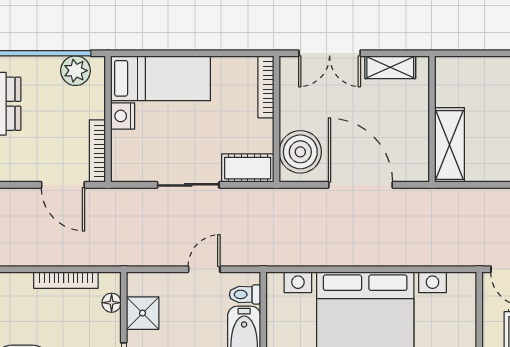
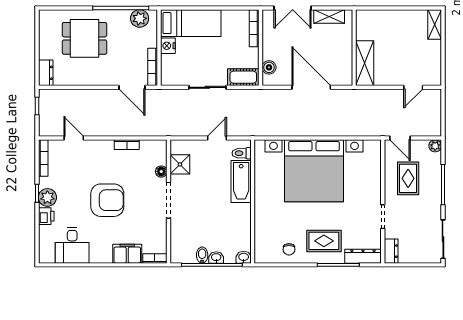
boiler: (300, 152) -> (269, 67), width x0.54, depth x0.54
bookcase: (66, 280) -> (127, 145), width x0.64
floor lamp: (112, 303) -> (161, 172), moved

